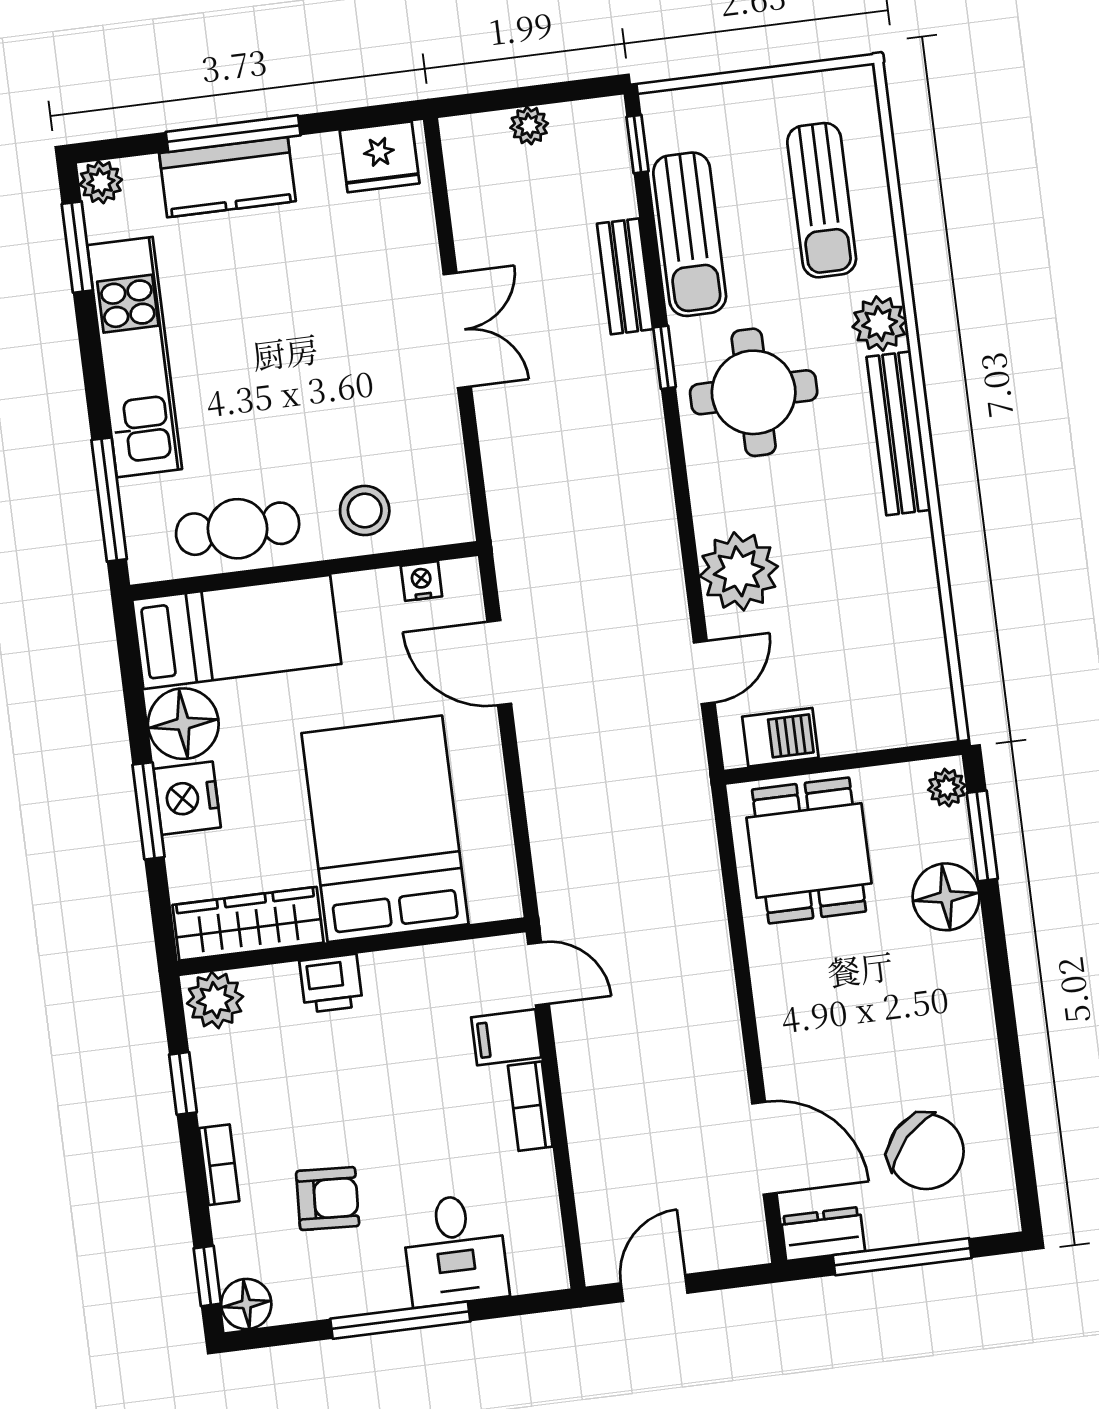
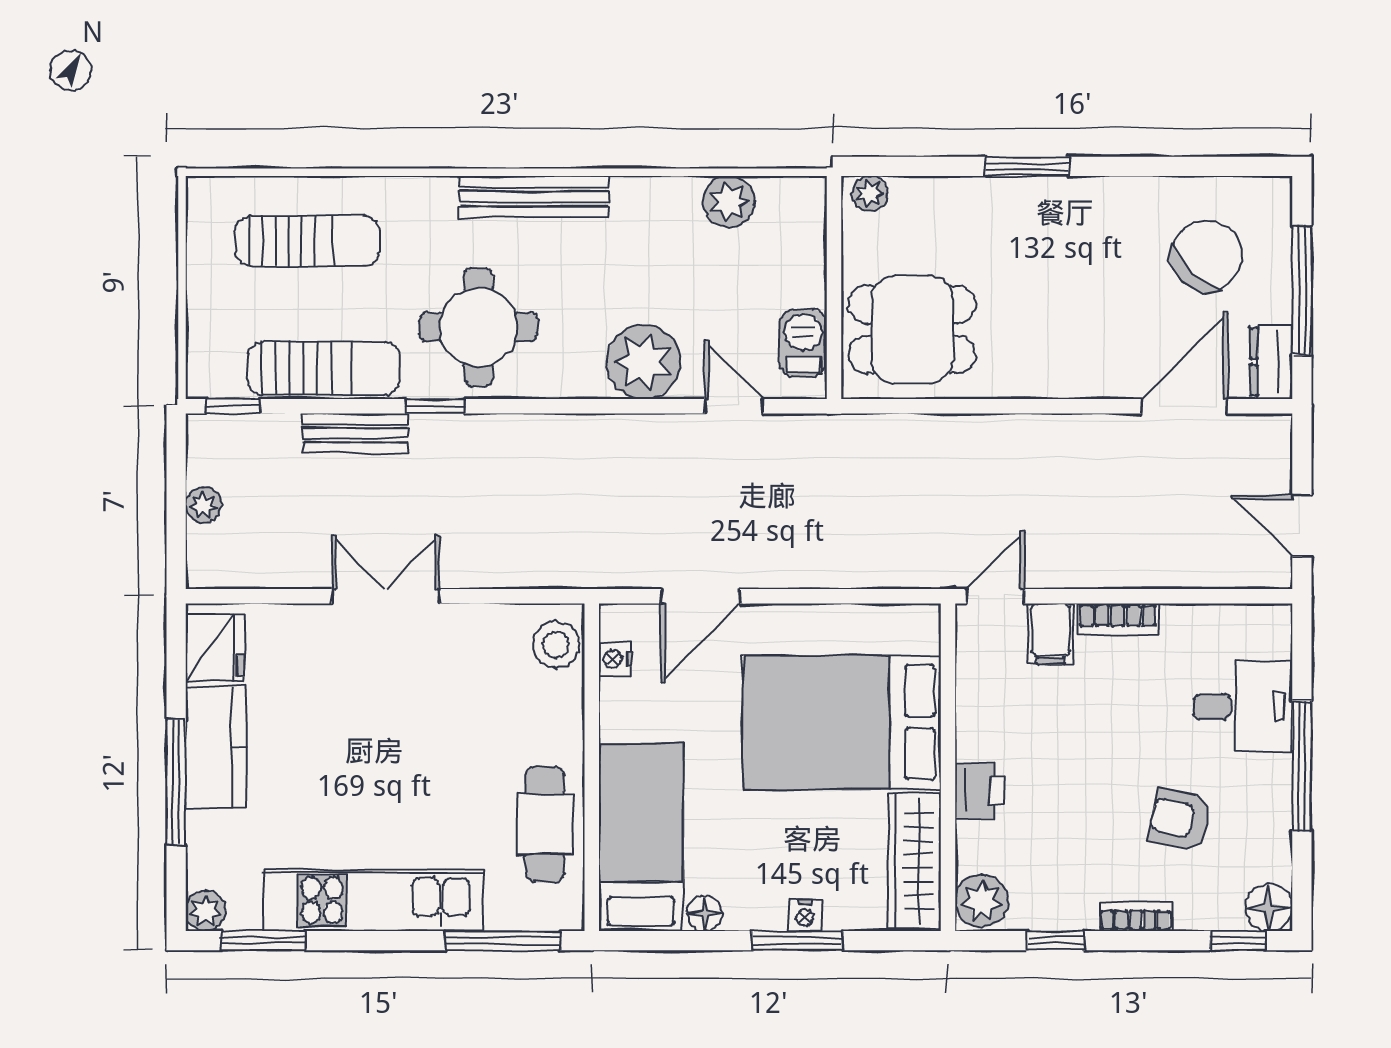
kitchen counter: (227, 177) -> (216, 747), moved
plant: (880, 324) -> (729, 202), moved
stool: (365, 511) -> (556, 645), moved
floor lamp: (183, 724) -> (705, 913), width x0.53, depth x0.53
nightstand: (187, 798) -> (805, 915), width x0.53, depth x0.56
window: (982, 836) -> (1027, 166), moved
floor lamp: (946, 897) -> (972, 207), removed
armchair: (328, 1199) -> (1180, 819), turned -81

